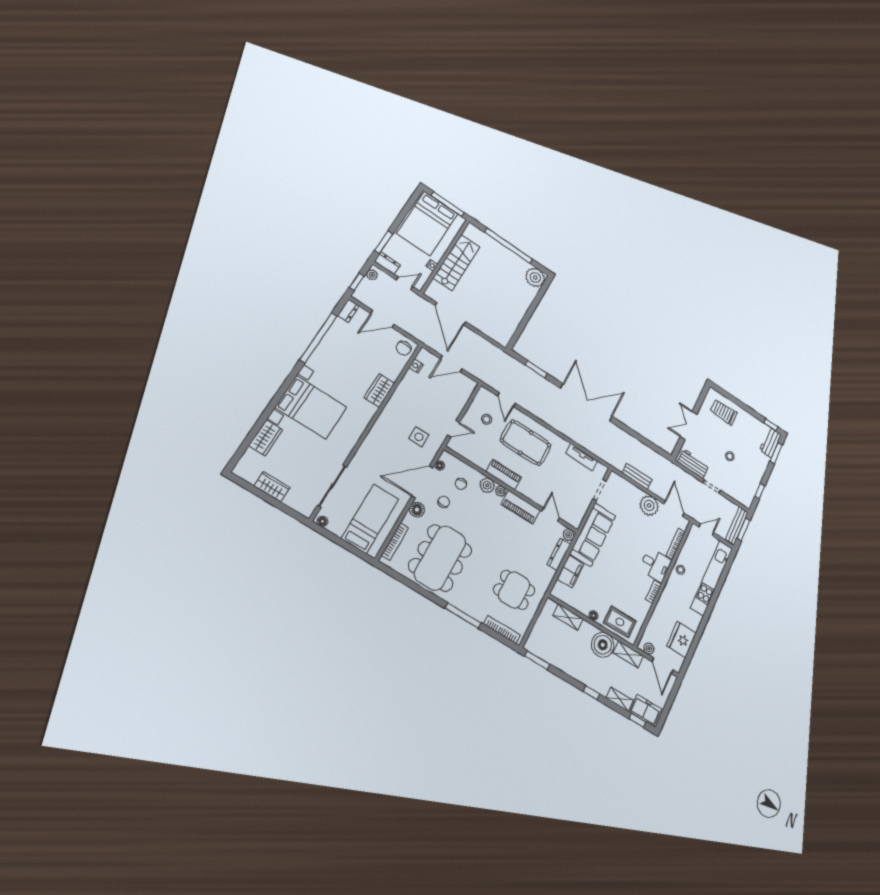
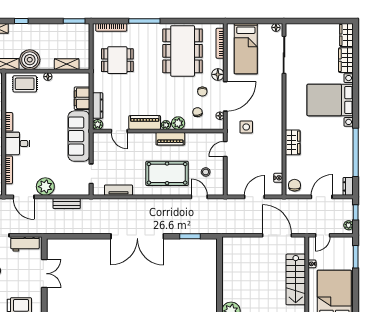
dresser: (387, 263) -> (343, 242), removed
wardrobe: (272, 487) -> (347, 35), moved, turned 90

